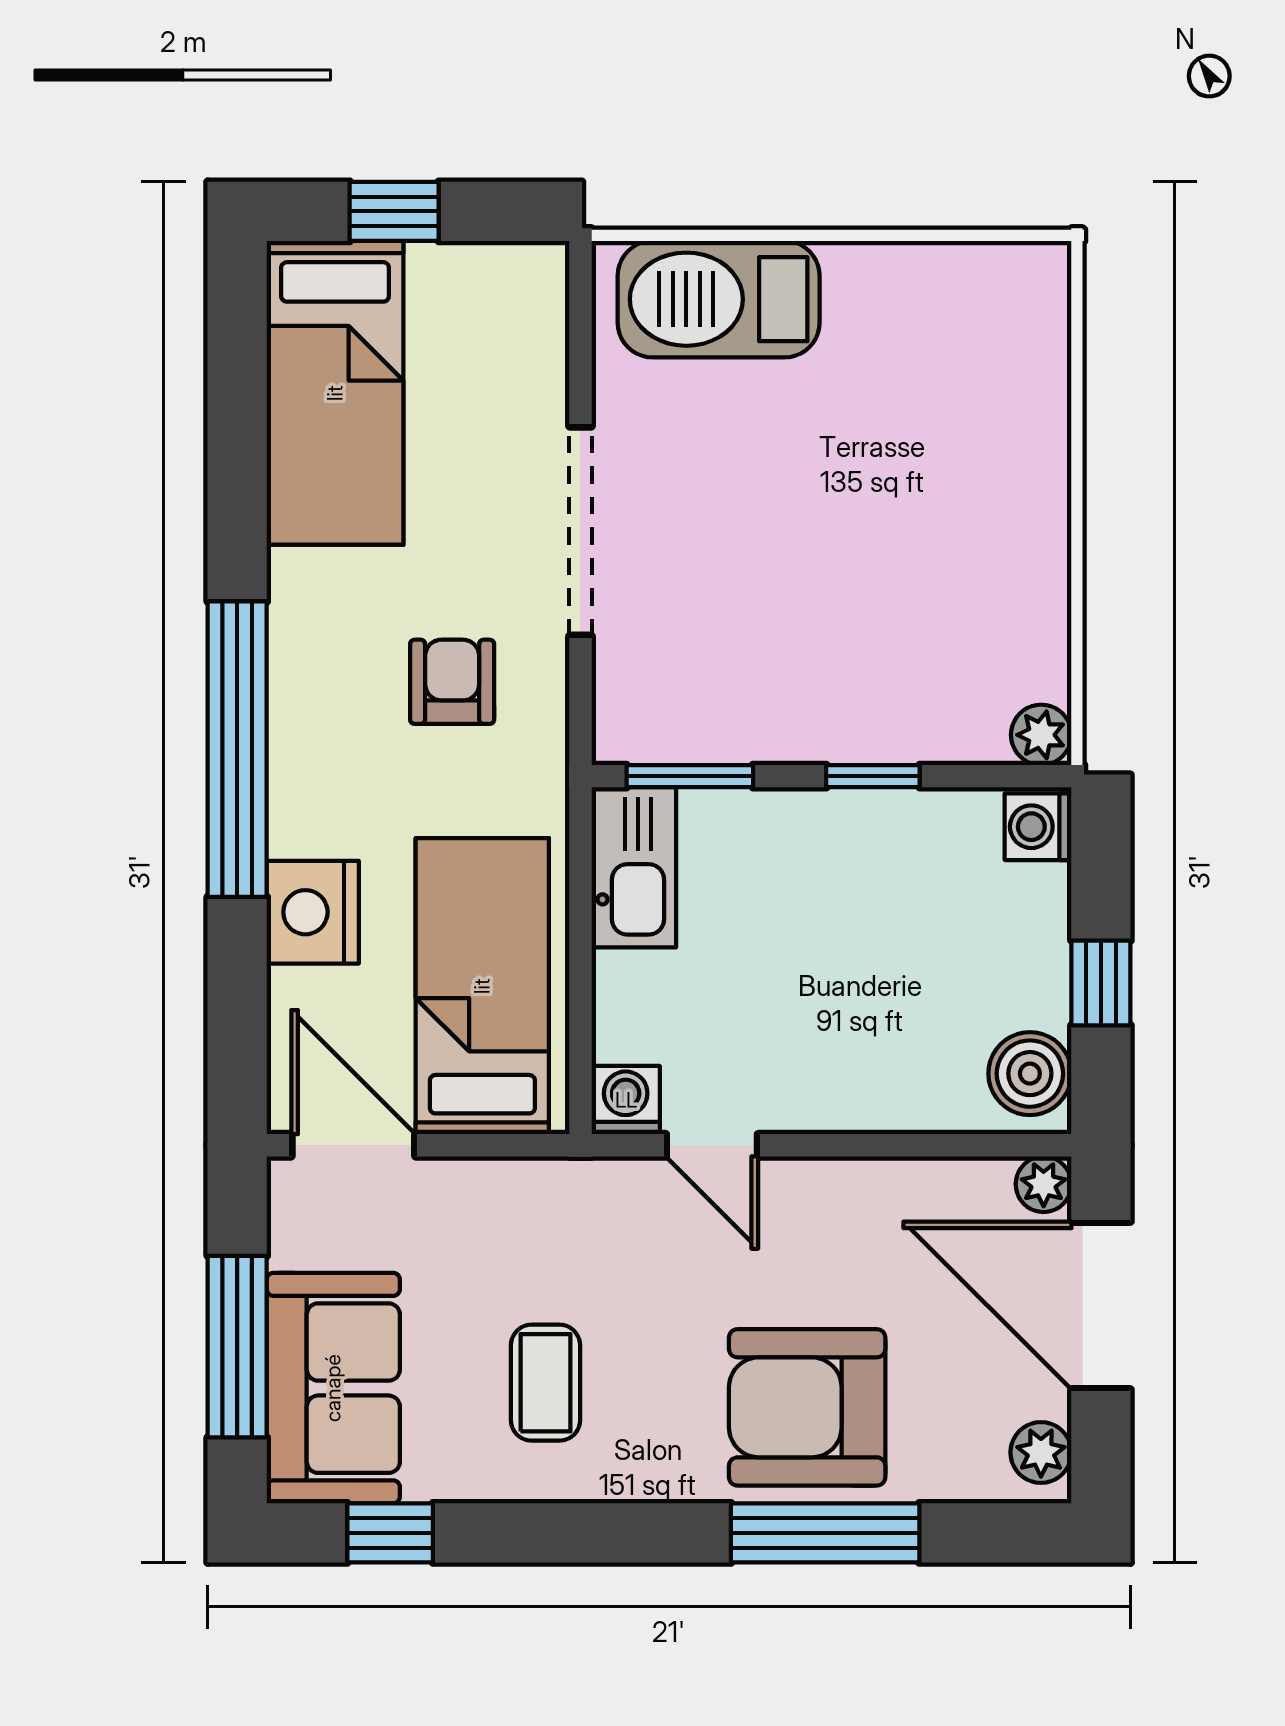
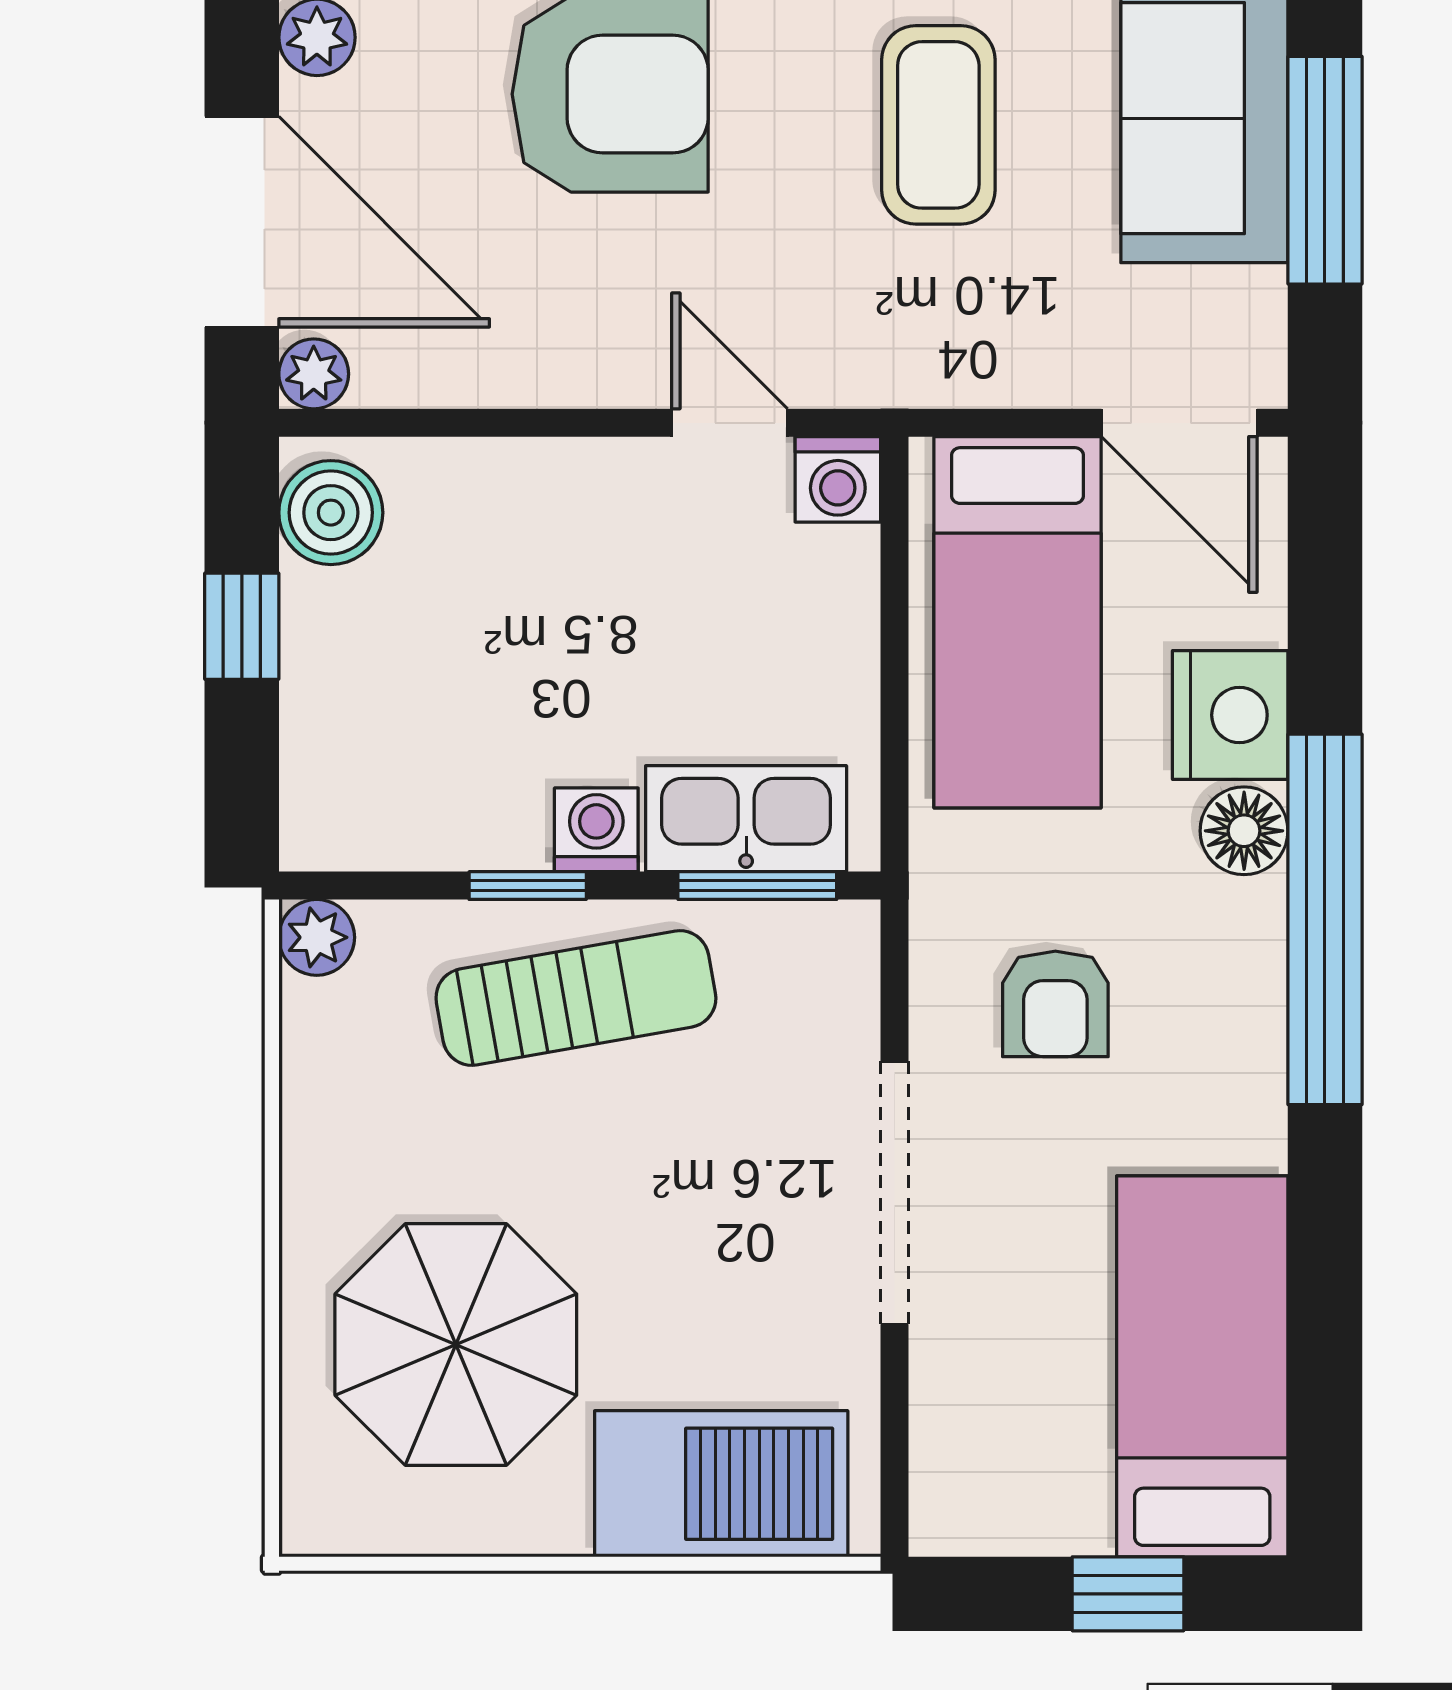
parasol: (930, 410) -> (456, 1345), added
sun lounger: (834, 687) -> (576, 998), added
floor lamp: (302, 820) -> (1244, 831), added
washing machine: (1038, 827) -> (596, 830), moved, turned -90
kitchen sink: (634, 867) -> (746, 819), moved, turned 90
coffee table: (545, 1383) -> (938, 125), width x1.36, depth x1.30

